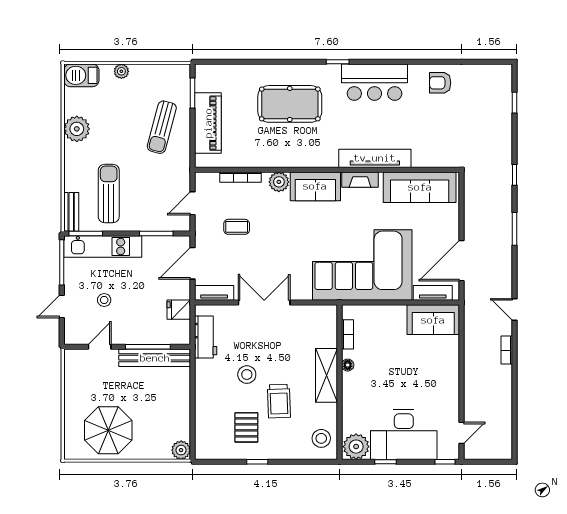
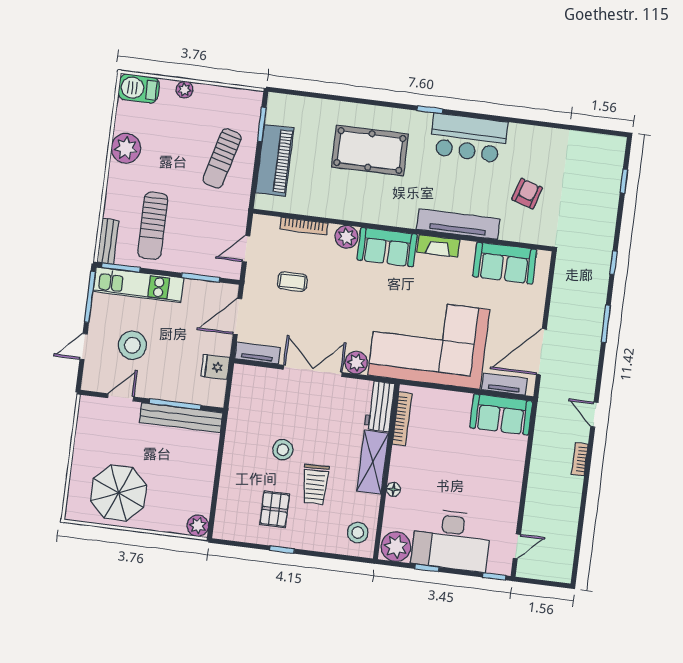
armchair: (440, 83) -> (527, 194), moved, turned 107
sofa: (420, 187) -> (505, 263), width x0.73
sun lounger: (109, 193) -> (153, 226), turned 180
plant: (301, 290) -> (356, 363), added
stool: (104, 300) -> (132, 345), width x1.89, depth x1.89
bookcase: (347, 334) -> (402, 419), width x1.56
workbench: (206, 337) -> (380, 406), moved, turned 180
floor lamp: (348, 365) -> (393, 489), moved

